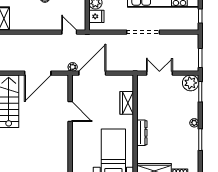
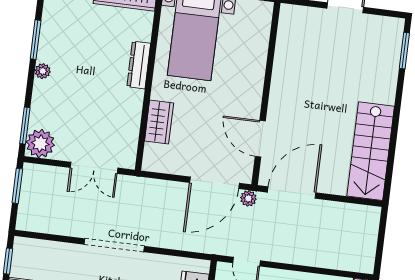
door: (38, 73) -> (292, 192), moved
door: (70, 111) -> (260, 139), moved

